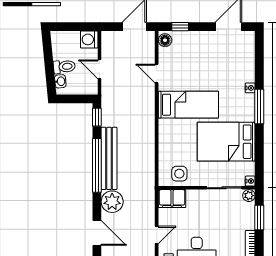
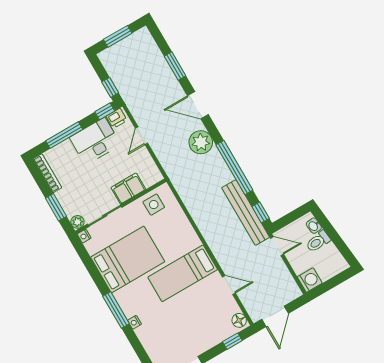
door: (100, 69) -> (277, 246), moved
bench: (109, 158) -> (246, 213), moved
filing cabinet: (172, 199) -> (128, 188), moved

